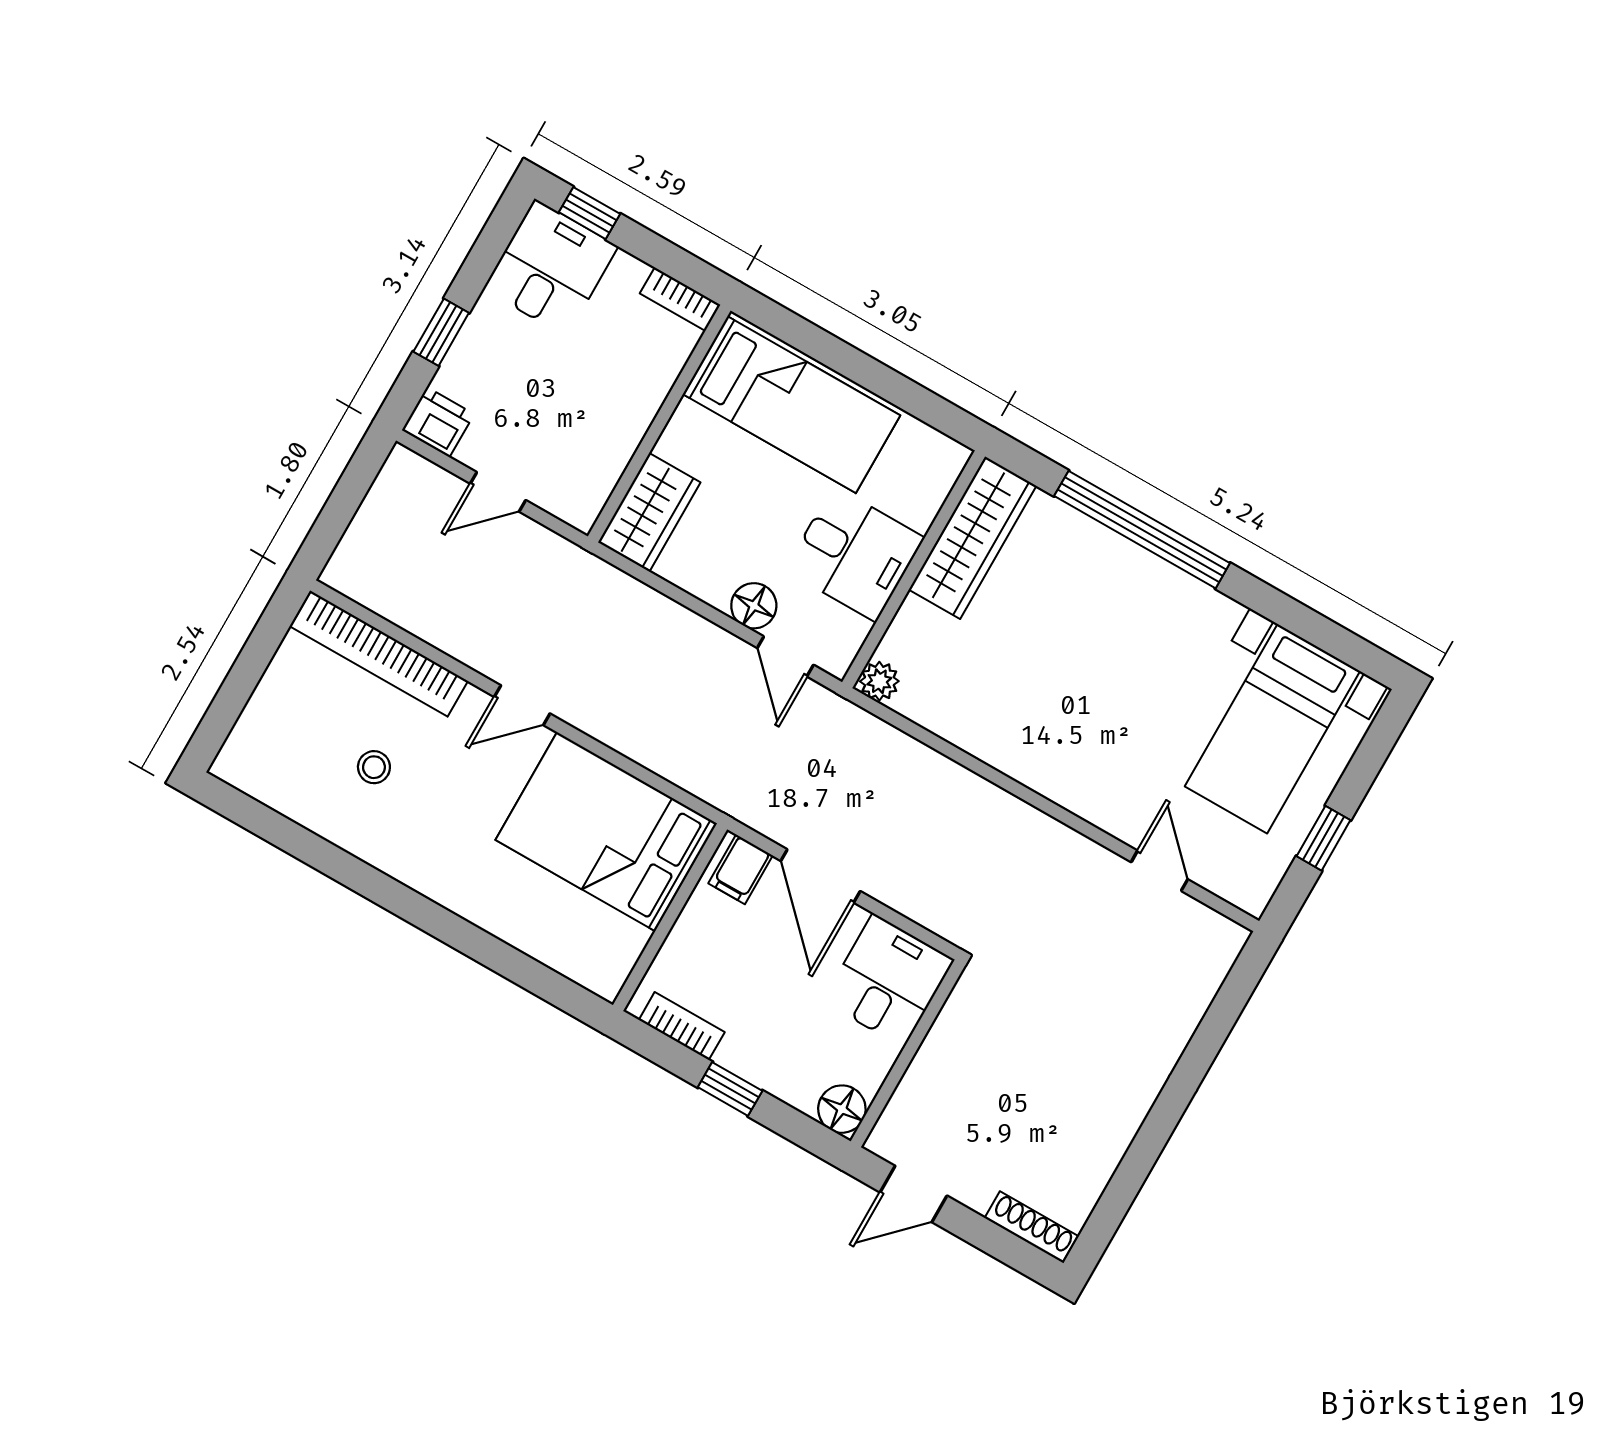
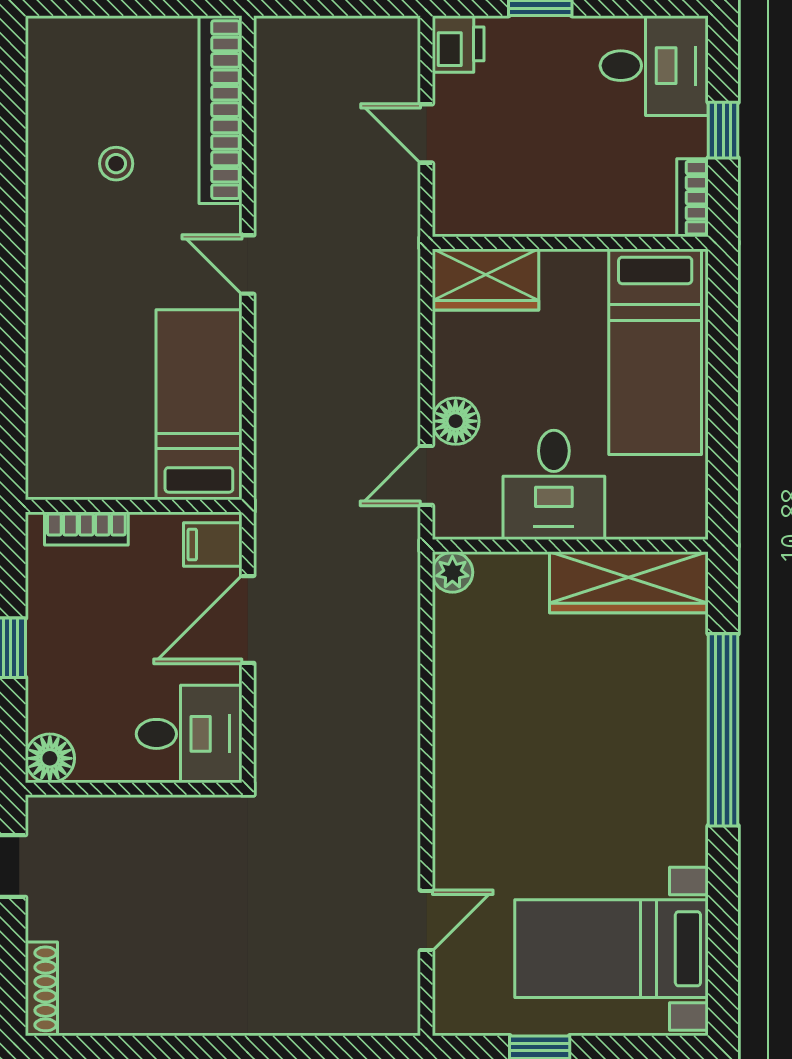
window: (590, 213) -> (723, 130), moved
bed: (606, 832) -> (199, 405), width x0.67
bookcase: (682, 1026) -> (86, 528), moved, turned 90

